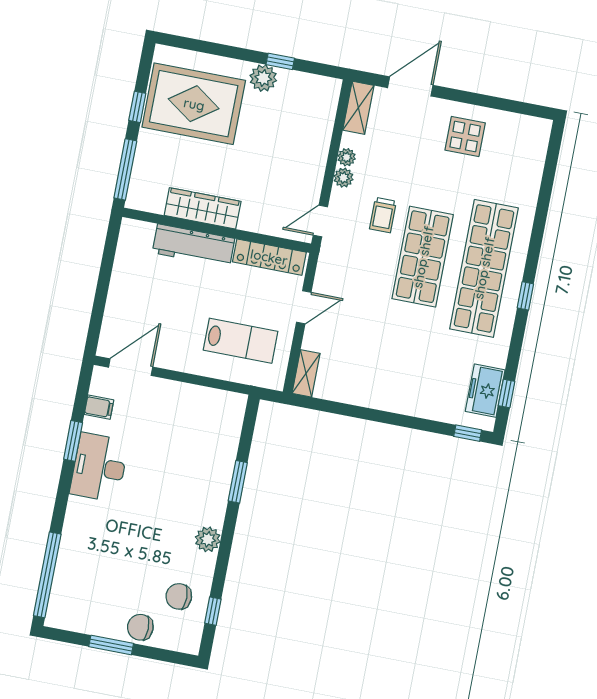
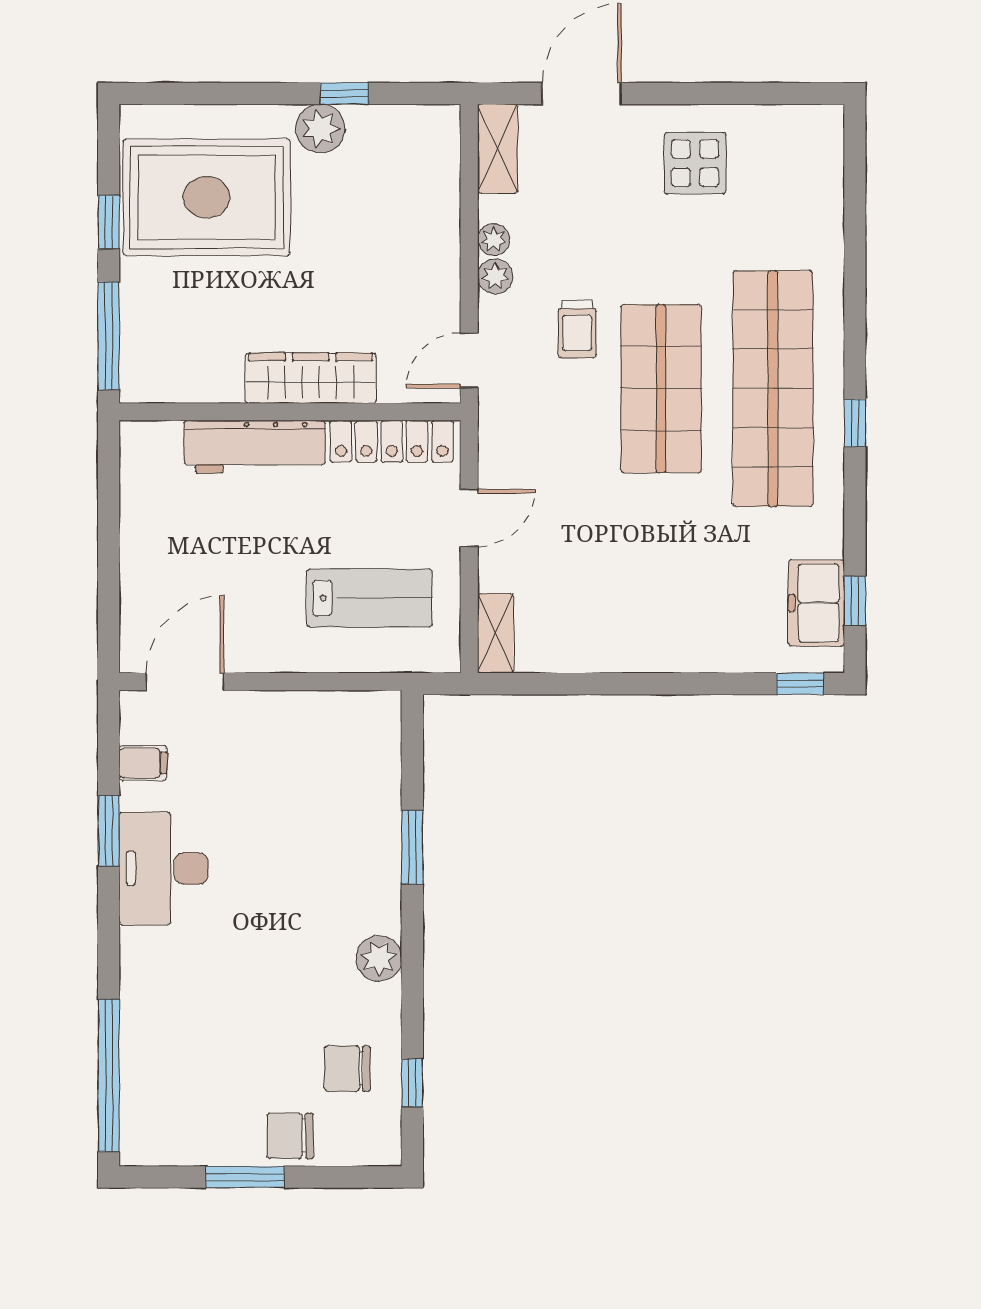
wardrobe: (203, 208) -> (311, 378), moved

